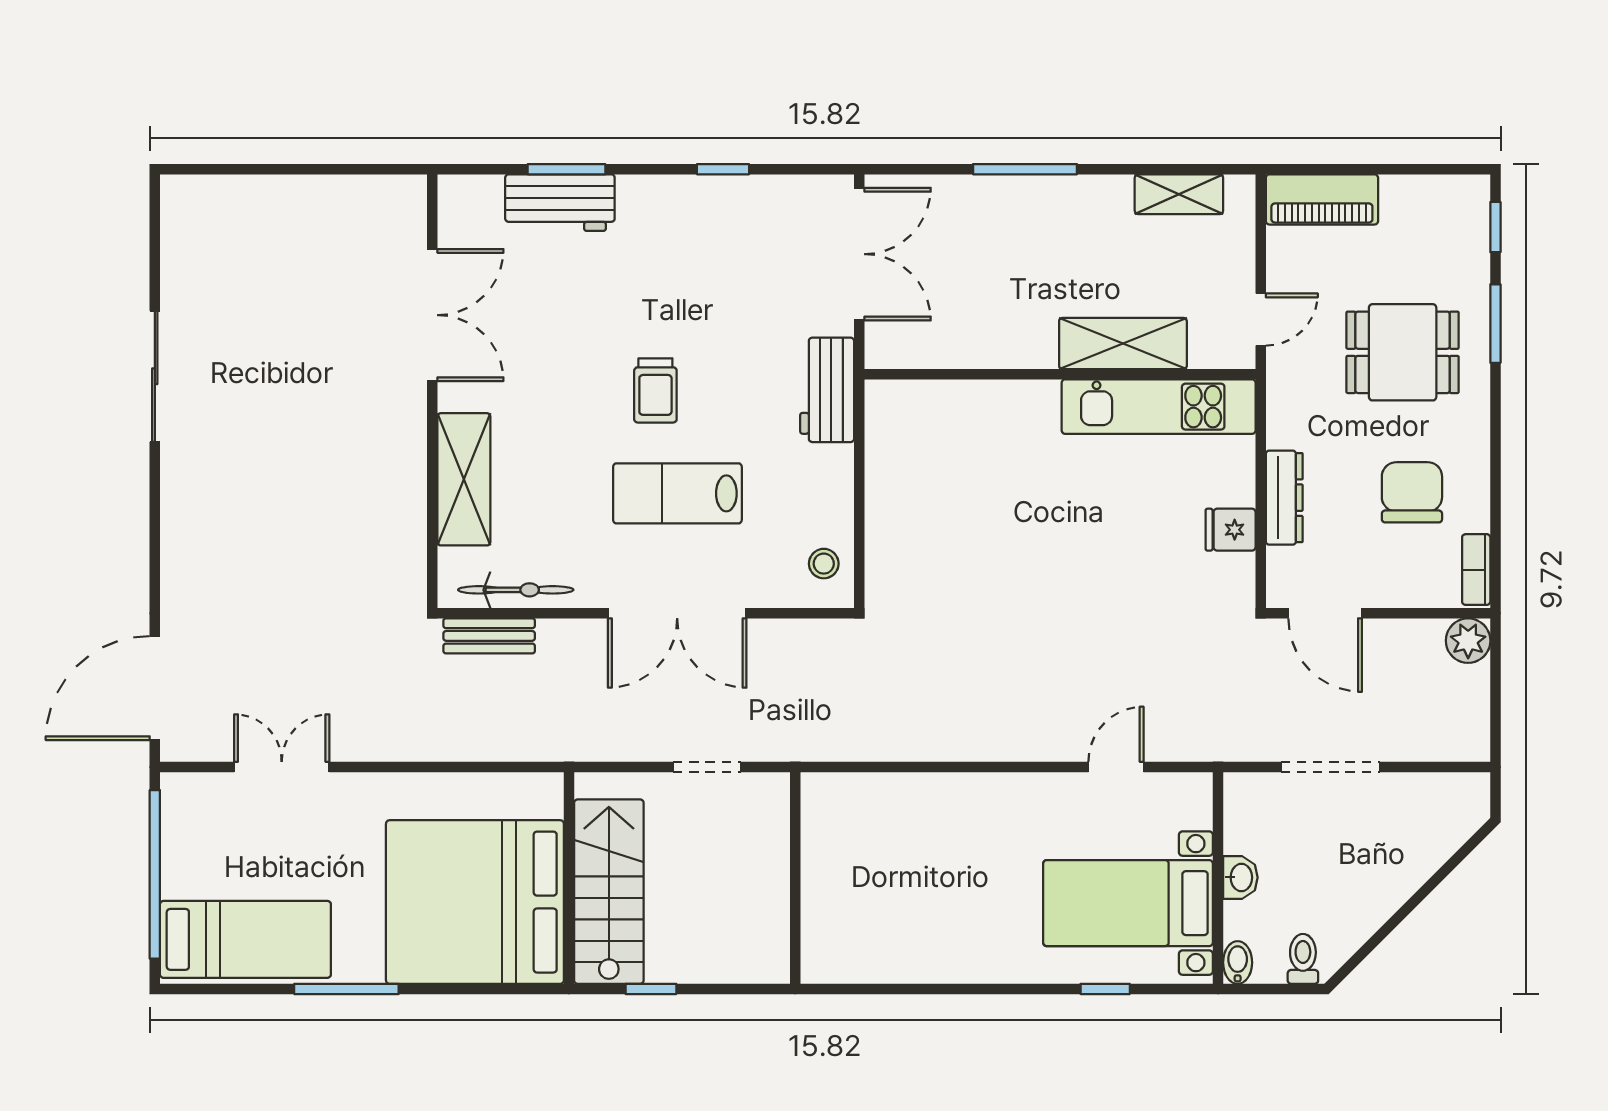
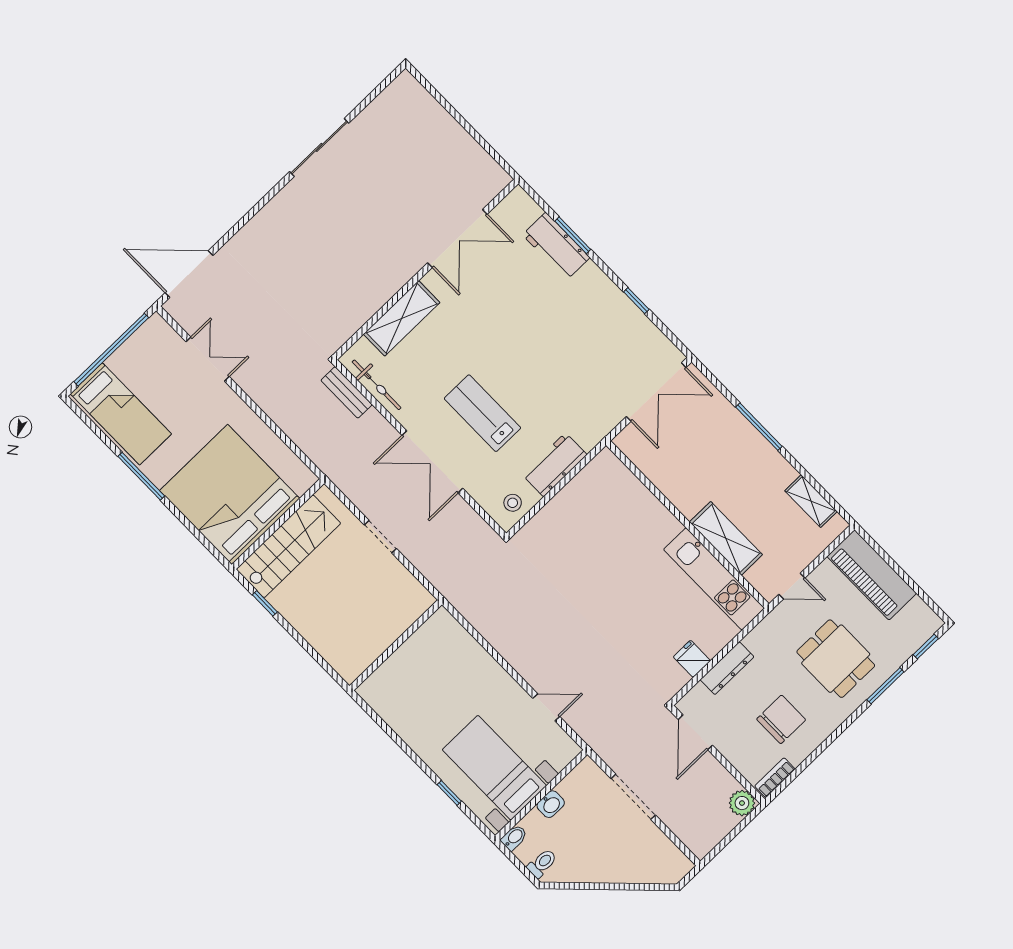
piano: (1322, 199) -> (872, 575), width x1.37, depth x1.33
trolley: (655, 390) -> (517, 362), removed
workbench: (827, 390) -> (555, 465), moved
wall: (795, 878) -> (396, 645), moved

